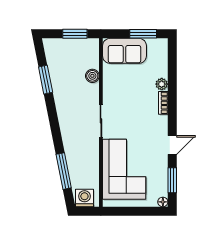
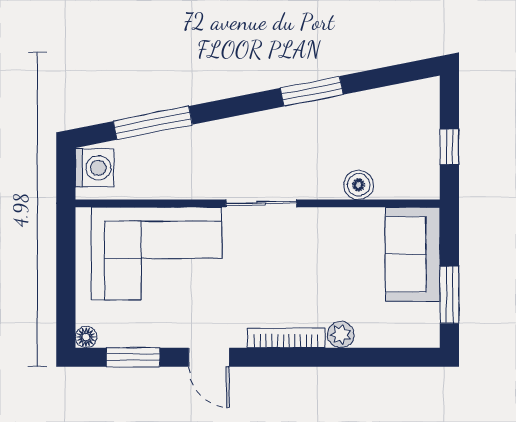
window: (75, 34) -> (449, 147), width x0.67
window: (46, 80) -> (312, 91), moved
bookcase: (163, 103) -> (286, 338), width x1.56

